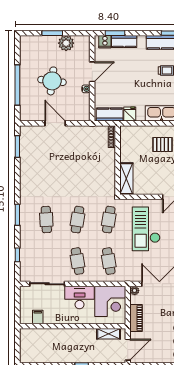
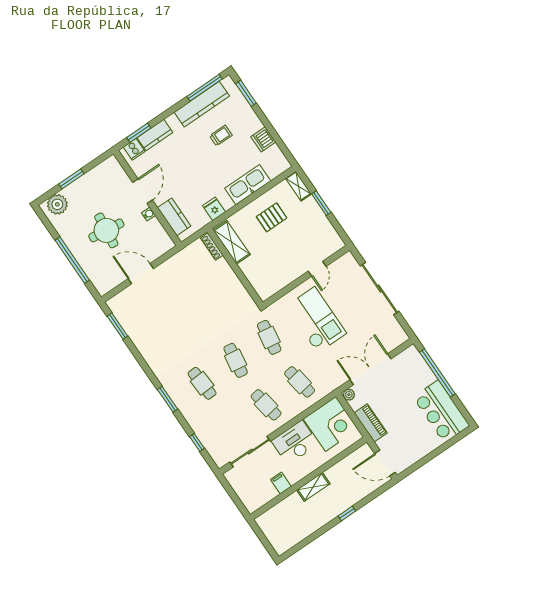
plant: (66, 43) -> (57, 204), moved
kitchen counter: (110, 114) -> (174, 217), moved, turned 90
shelving: (126, 179) -> (232, 242), moved
checkout: (146, 229) -> (316, 320), turned 180
filing cabinet: (38, 317) -> (281, 483), moved
shelving: (109, 334) -> (313, 487), moved
door: (128, 350) -> (385, 463), swing flipped

